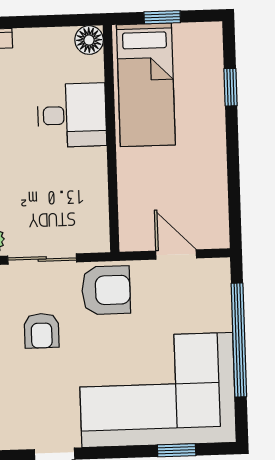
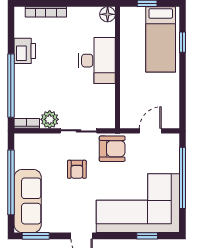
bed: (146, 85) -> (161, 39), moved
desk: (72, 115) -> (97, 61), width x1.37
door: (176, 255) -> (150, 131), hinge flipped

